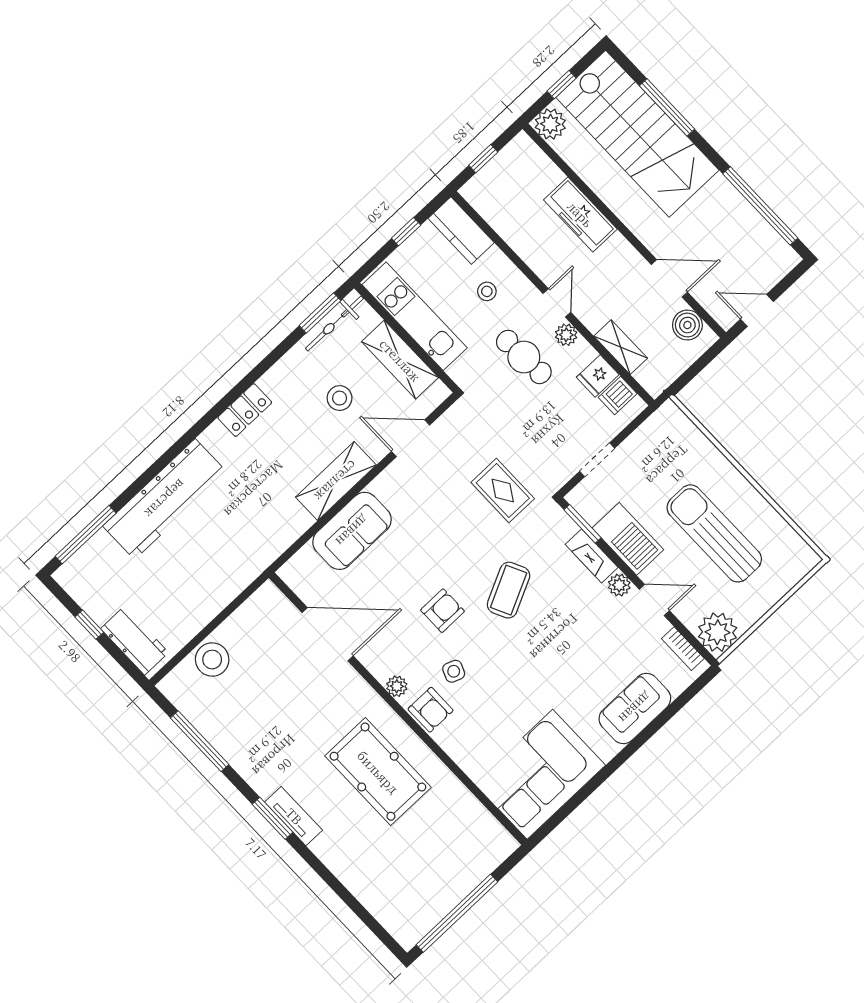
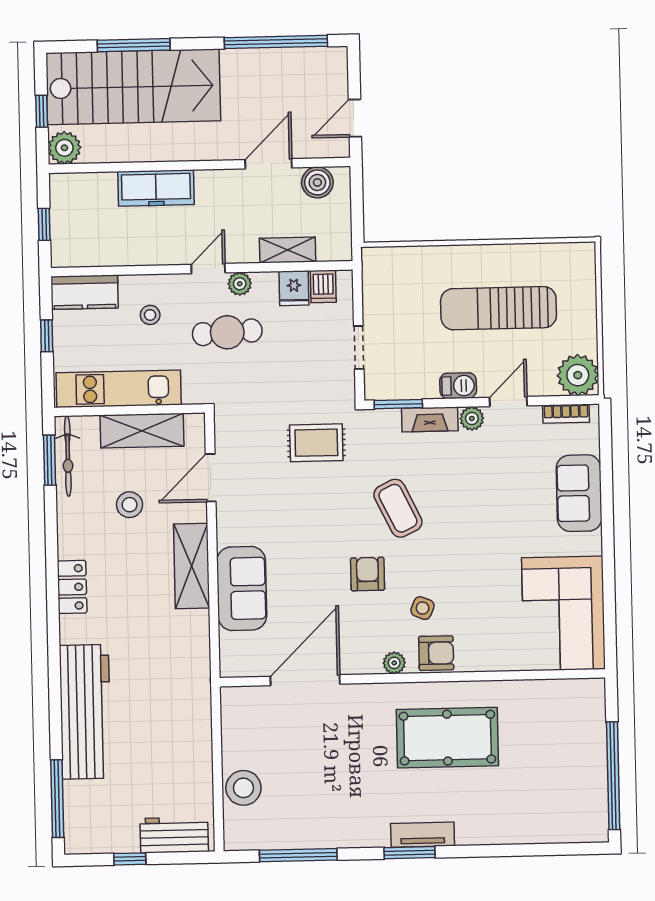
door: (557, 303) -> (208, 269), hinge flipped
barbecue: (628, 539) -> (458, 386), width x0.53, depth x0.65

